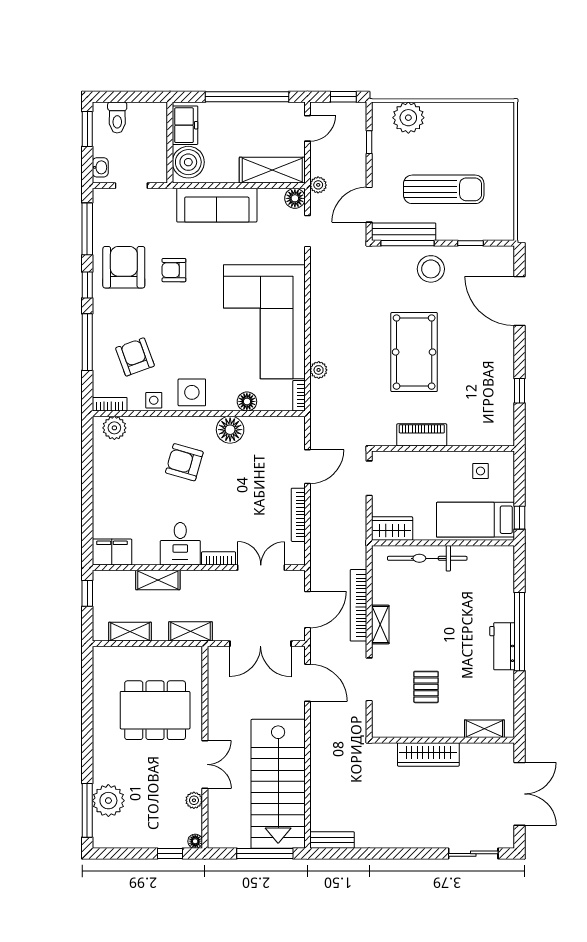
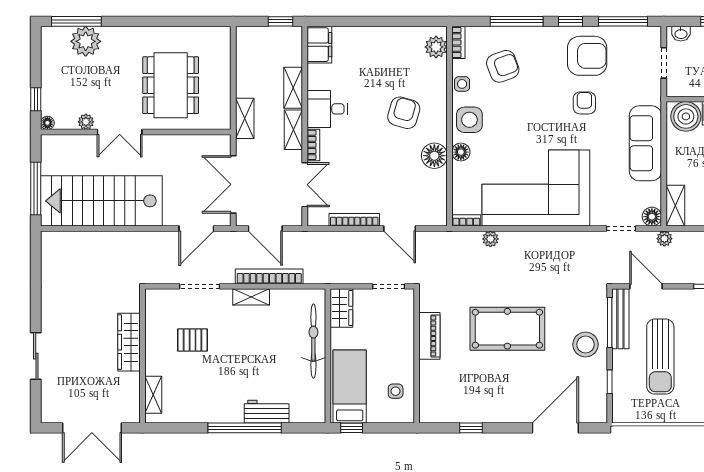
shelving: (272, 170) -> (675, 206), width x0.67, depth x0.75
floor lamp: (247, 401) -> (461, 152), moved
shelving: (130, 632) -> (293, 130), moved
workbench: (502, 646) -> (267, 412), moved
bench: (332, 840) -> (49, 252), removed
sliding door: (473, 854) -> (36, 356), moved

